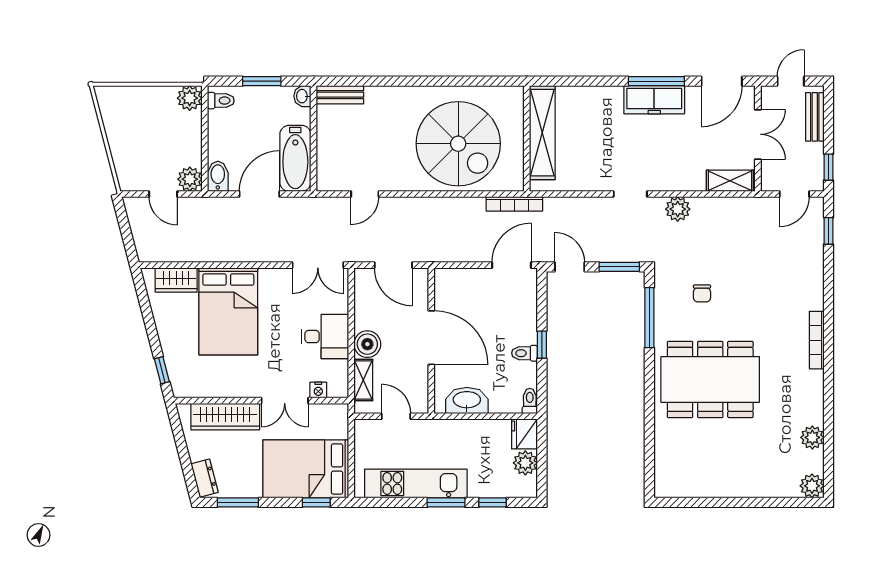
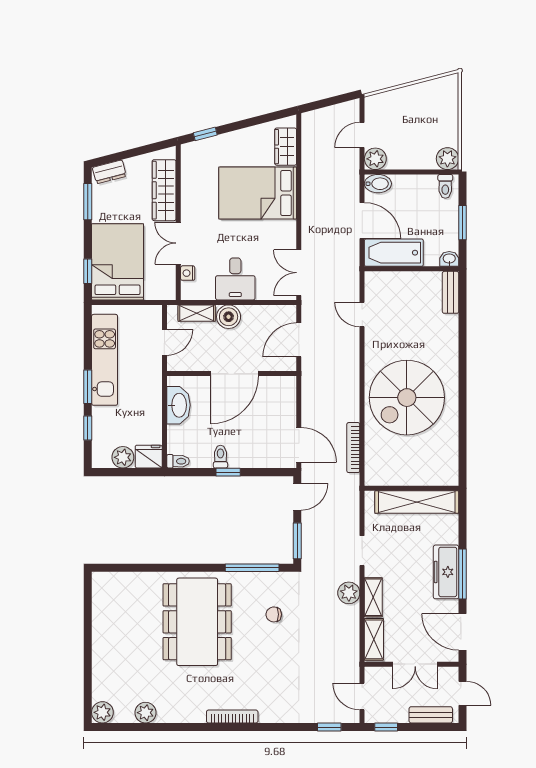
shelving: (542, 133) -> (417, 502), moved
wall: (527, 138) -> (412, 488), moved
shelving: (683, 181) -> (373, 597), added

